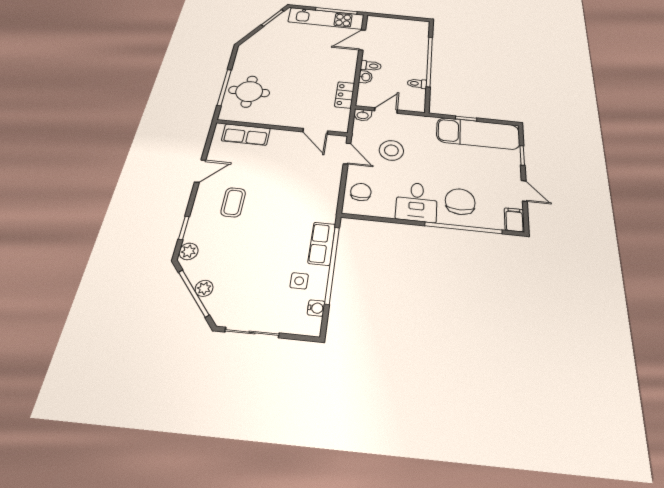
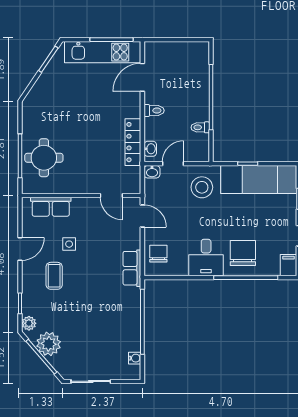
washbasin: (365, 77) -> (150, 149), moved
locker: (345, 95) -> (133, 142), width x1.53
stool: (391, 150) -> (202, 187), moved
row of seats: (322, 244) -> (132, 268), moved
side table: (299, 281) -> (69, 244), moved
plant: (204, 288) -> (49, 344), width x1.88, depth x1.88

